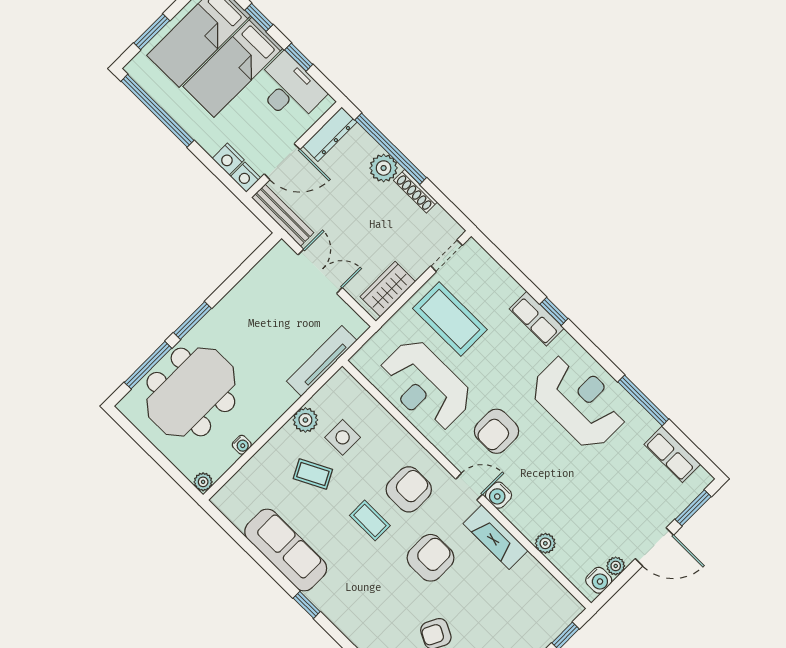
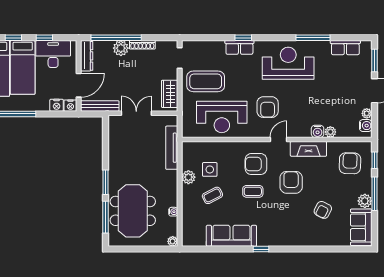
armchair: (409, 489) -> (256, 164), turned -90
water cooler: (498, 495) -> (318, 131), moved
armchair: (530, 609) -> (350, 163), added

